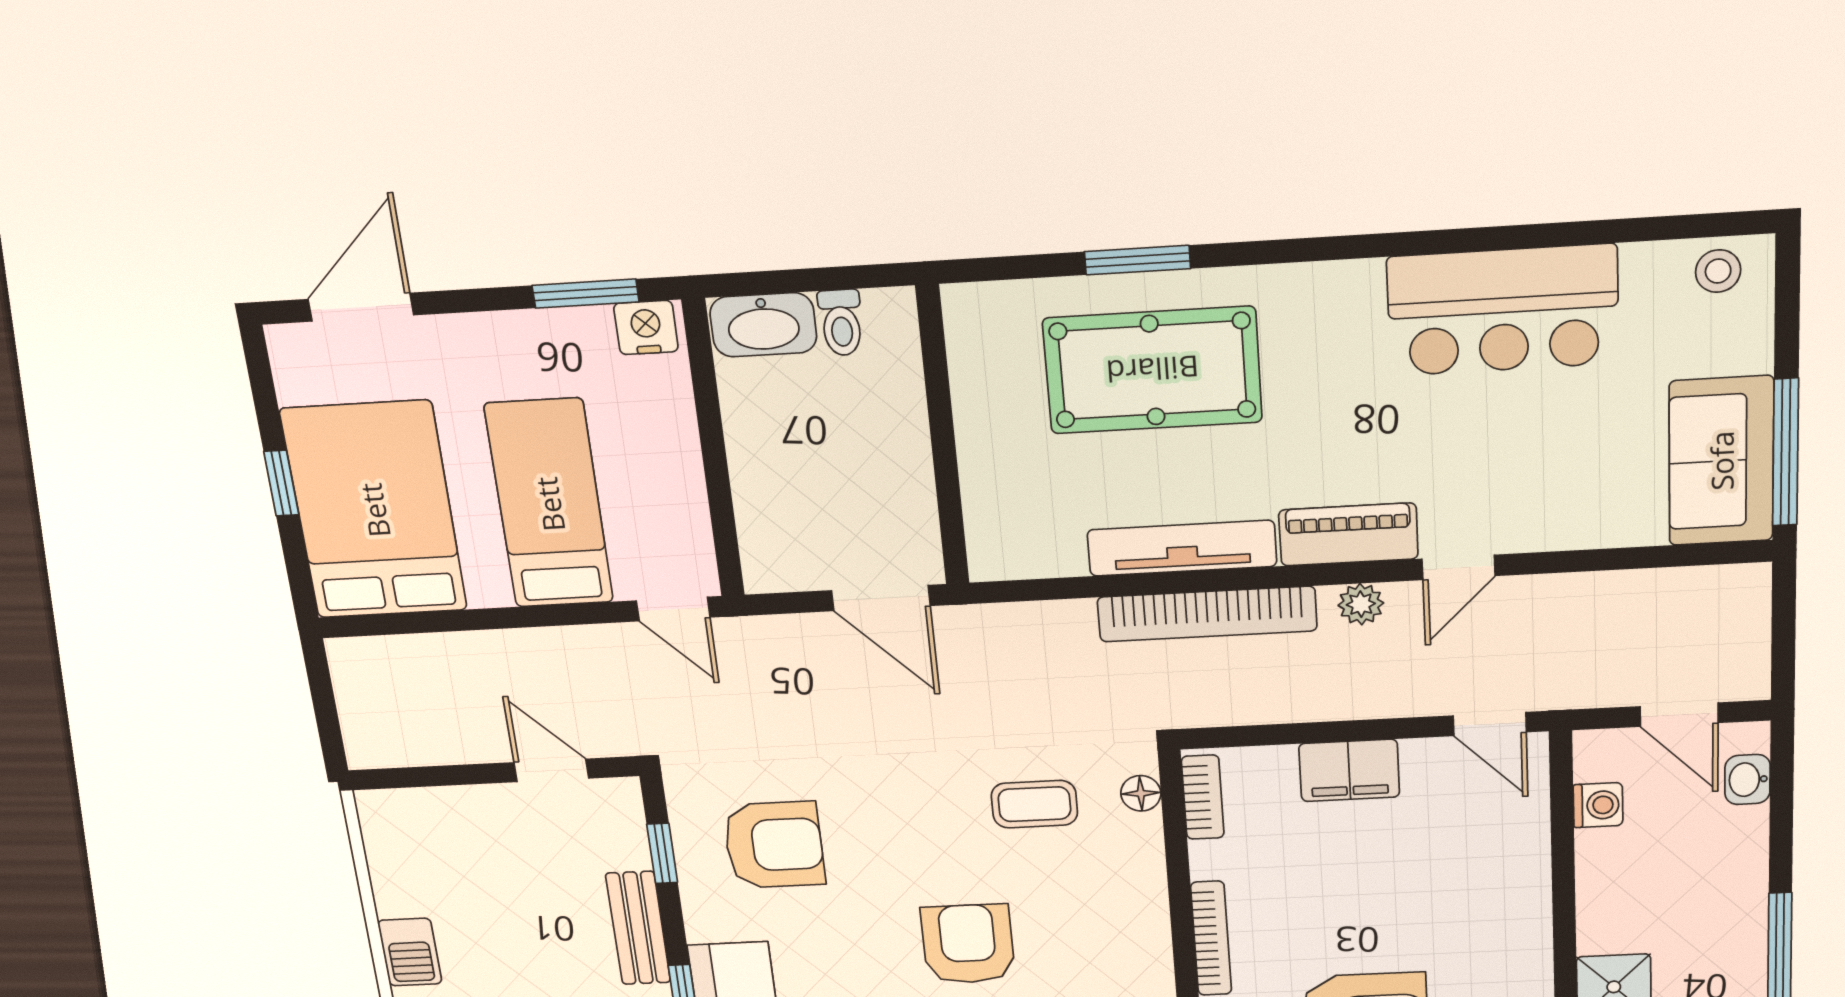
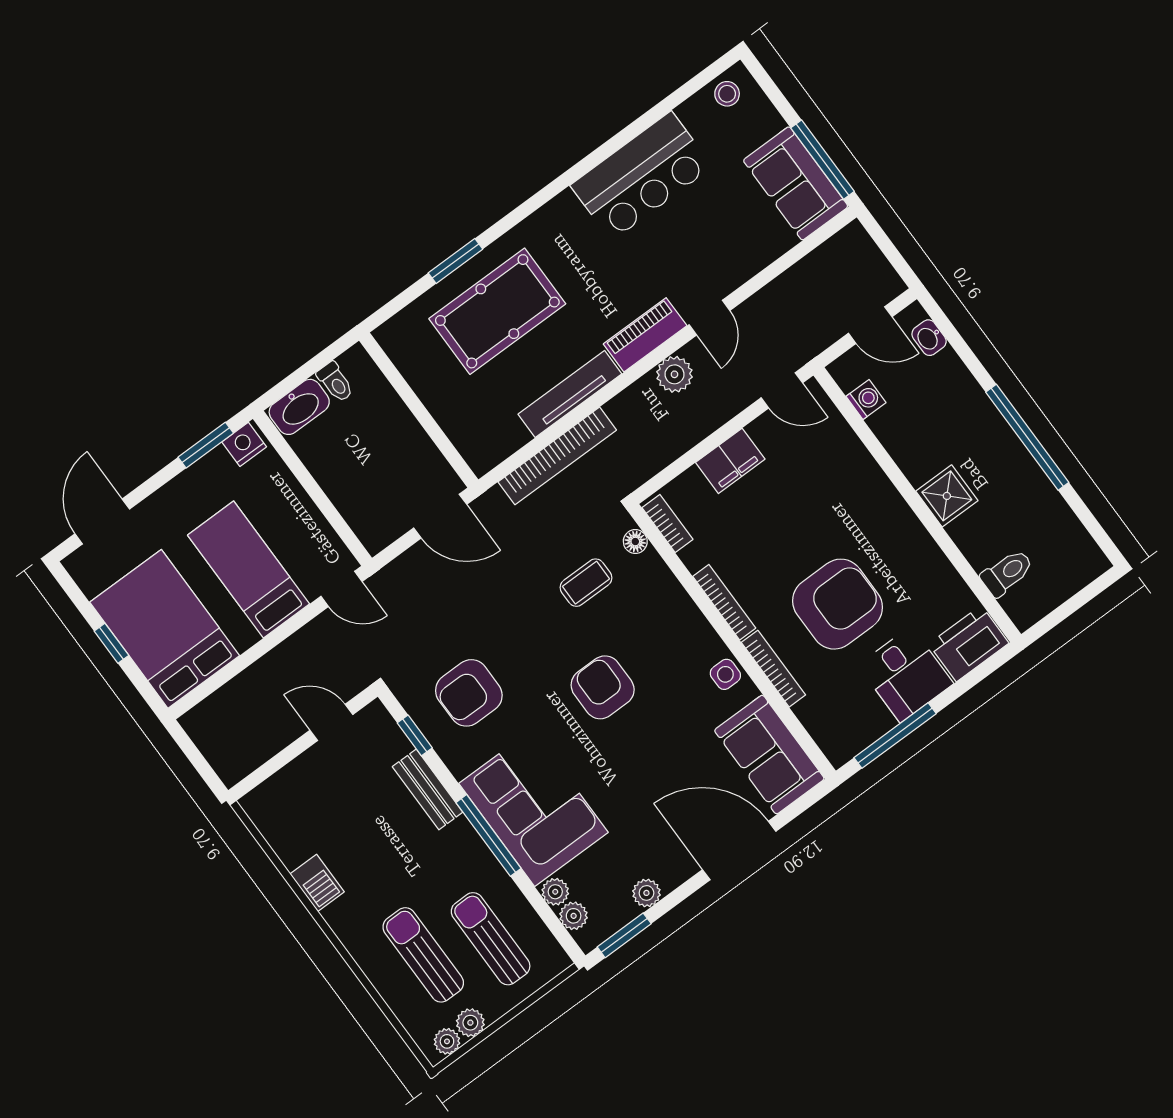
plant: (1361, 604) -> (674, 374), width x1.38, depth x1.38
bookcase: (1207, 614) -> (557, 456), moved
armchair: (774, 845) -> (469, 693), turned 180

